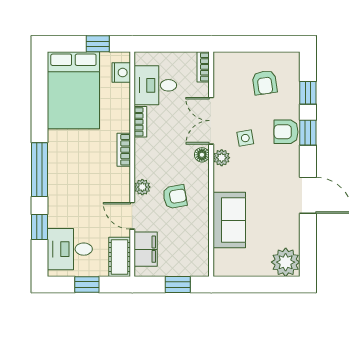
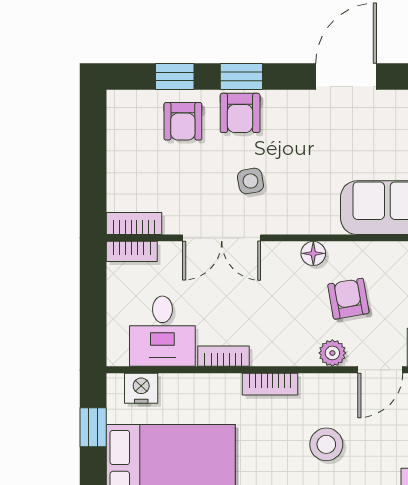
bookcase: (220, 68) -> (134, 224), added
armchair: (265, 83) -> (183, 121), moved, turned 98
floor lamp: (202, 155) -> (313, 253), moved
plant: (222, 158) -> (283, 221), removed
stool: (88, 183) -> (326, 444), added

